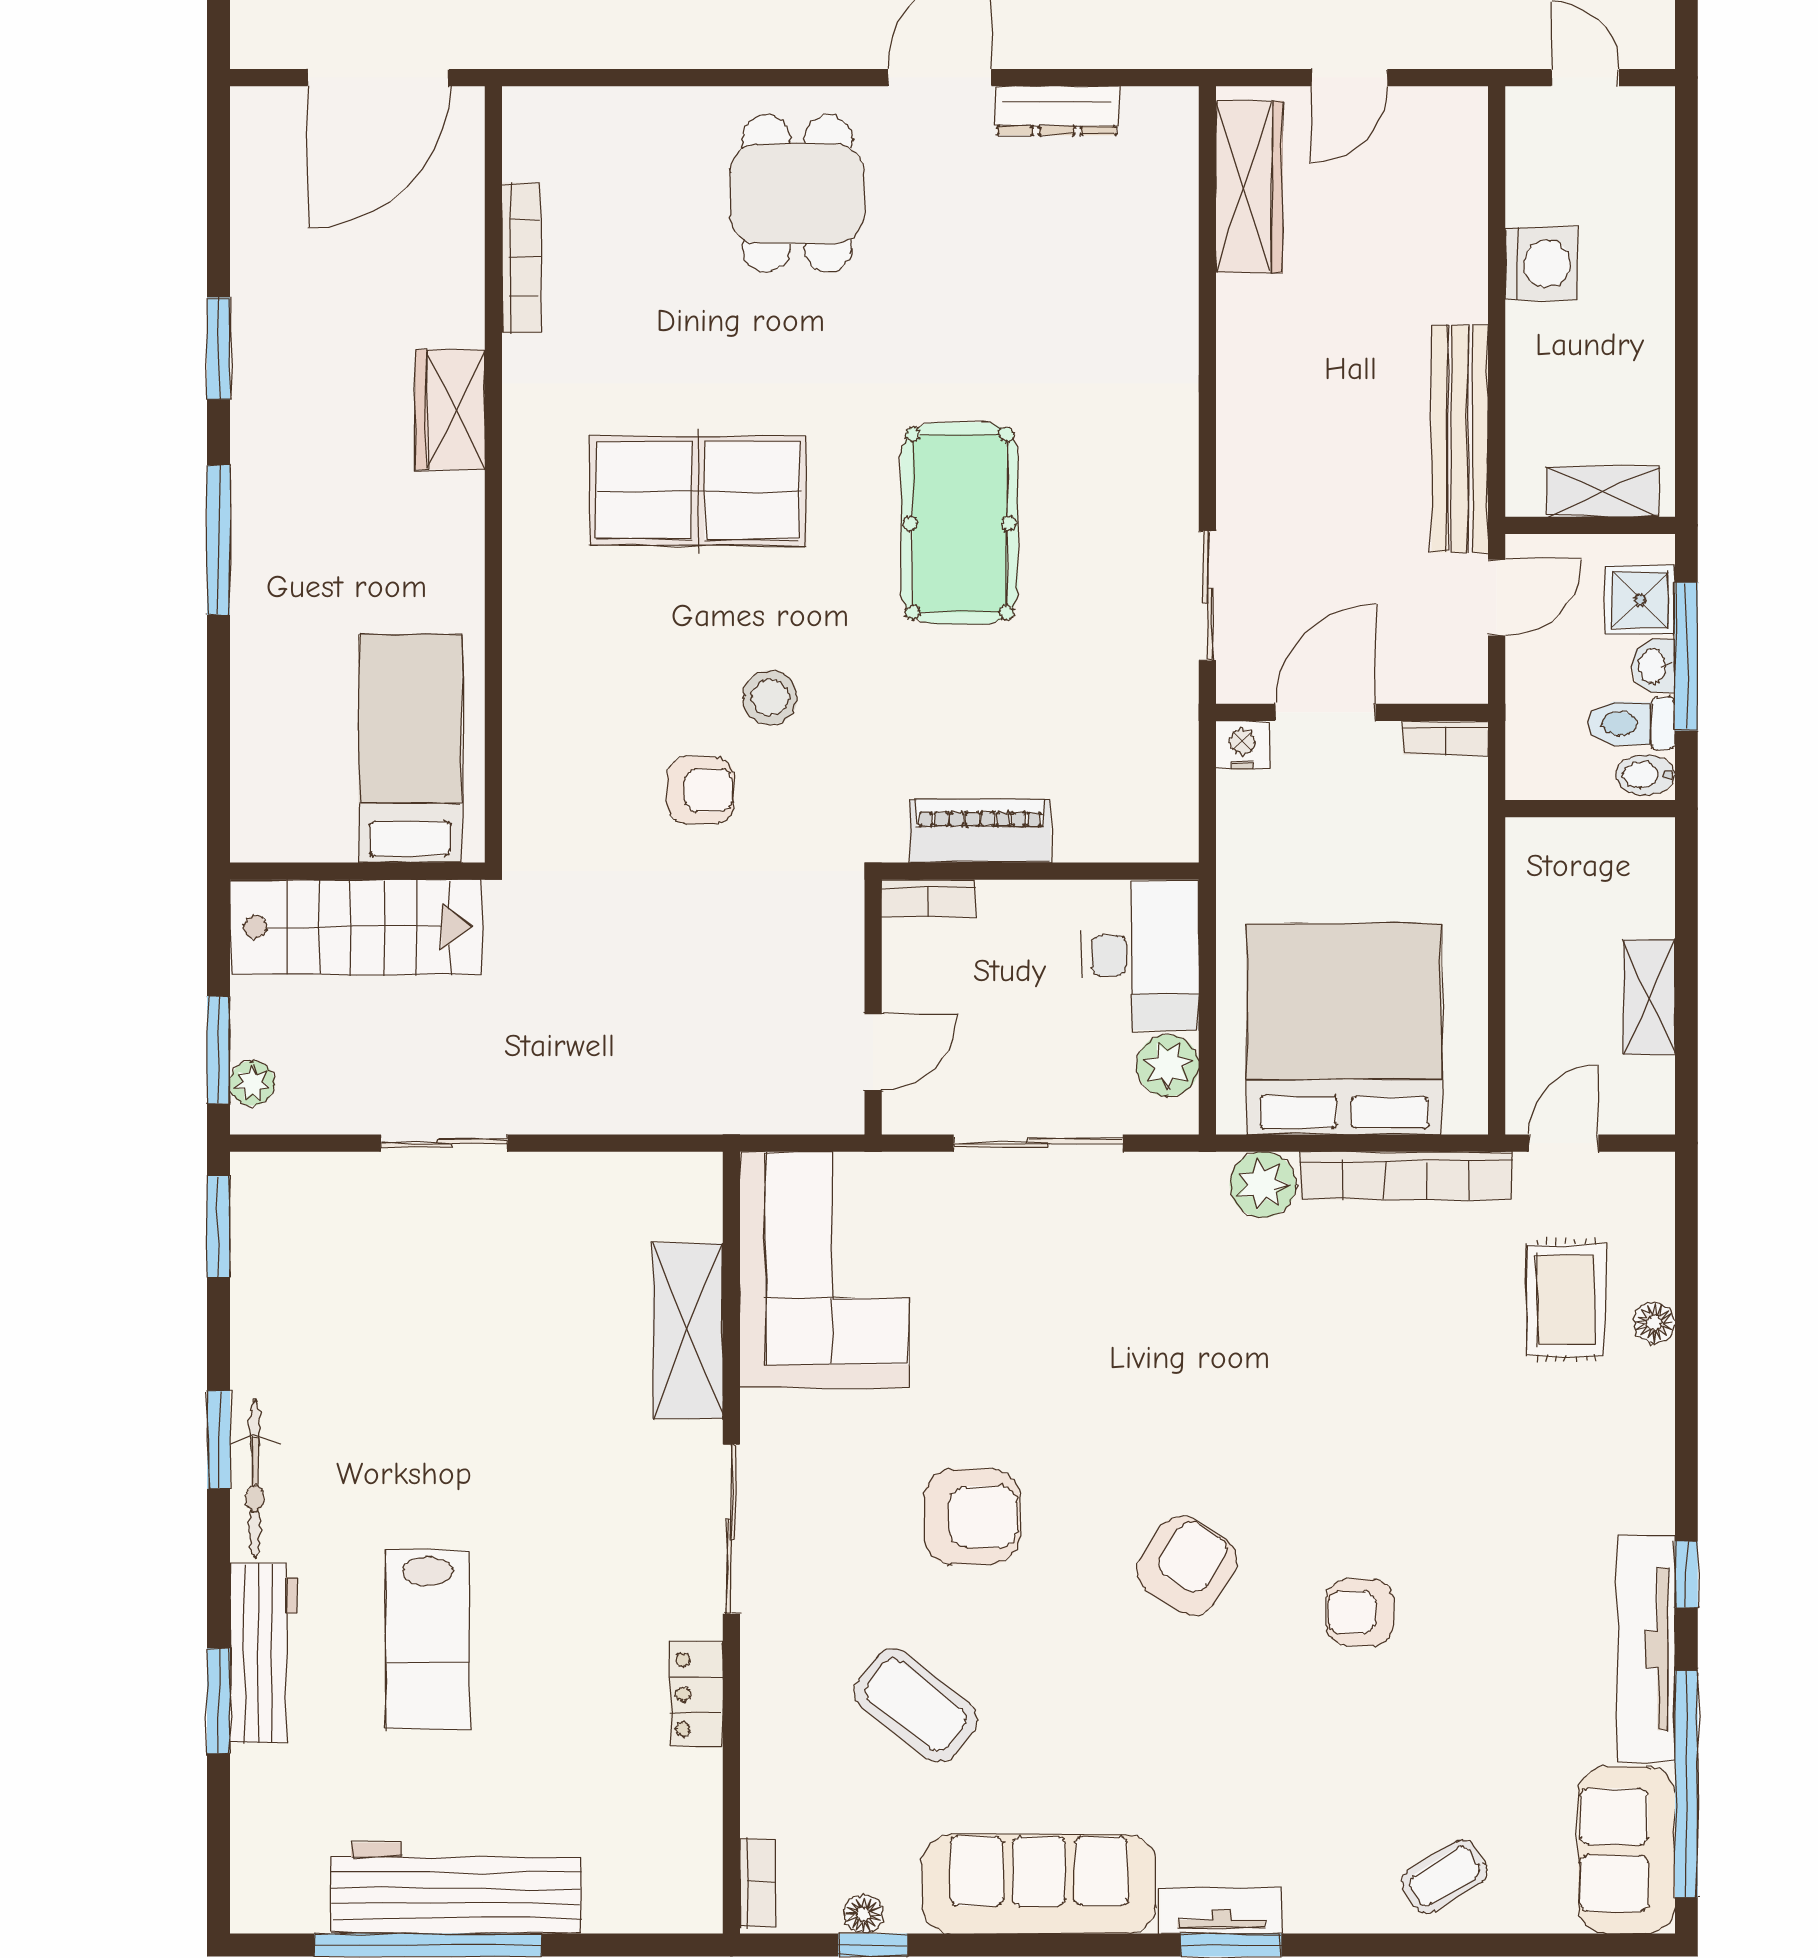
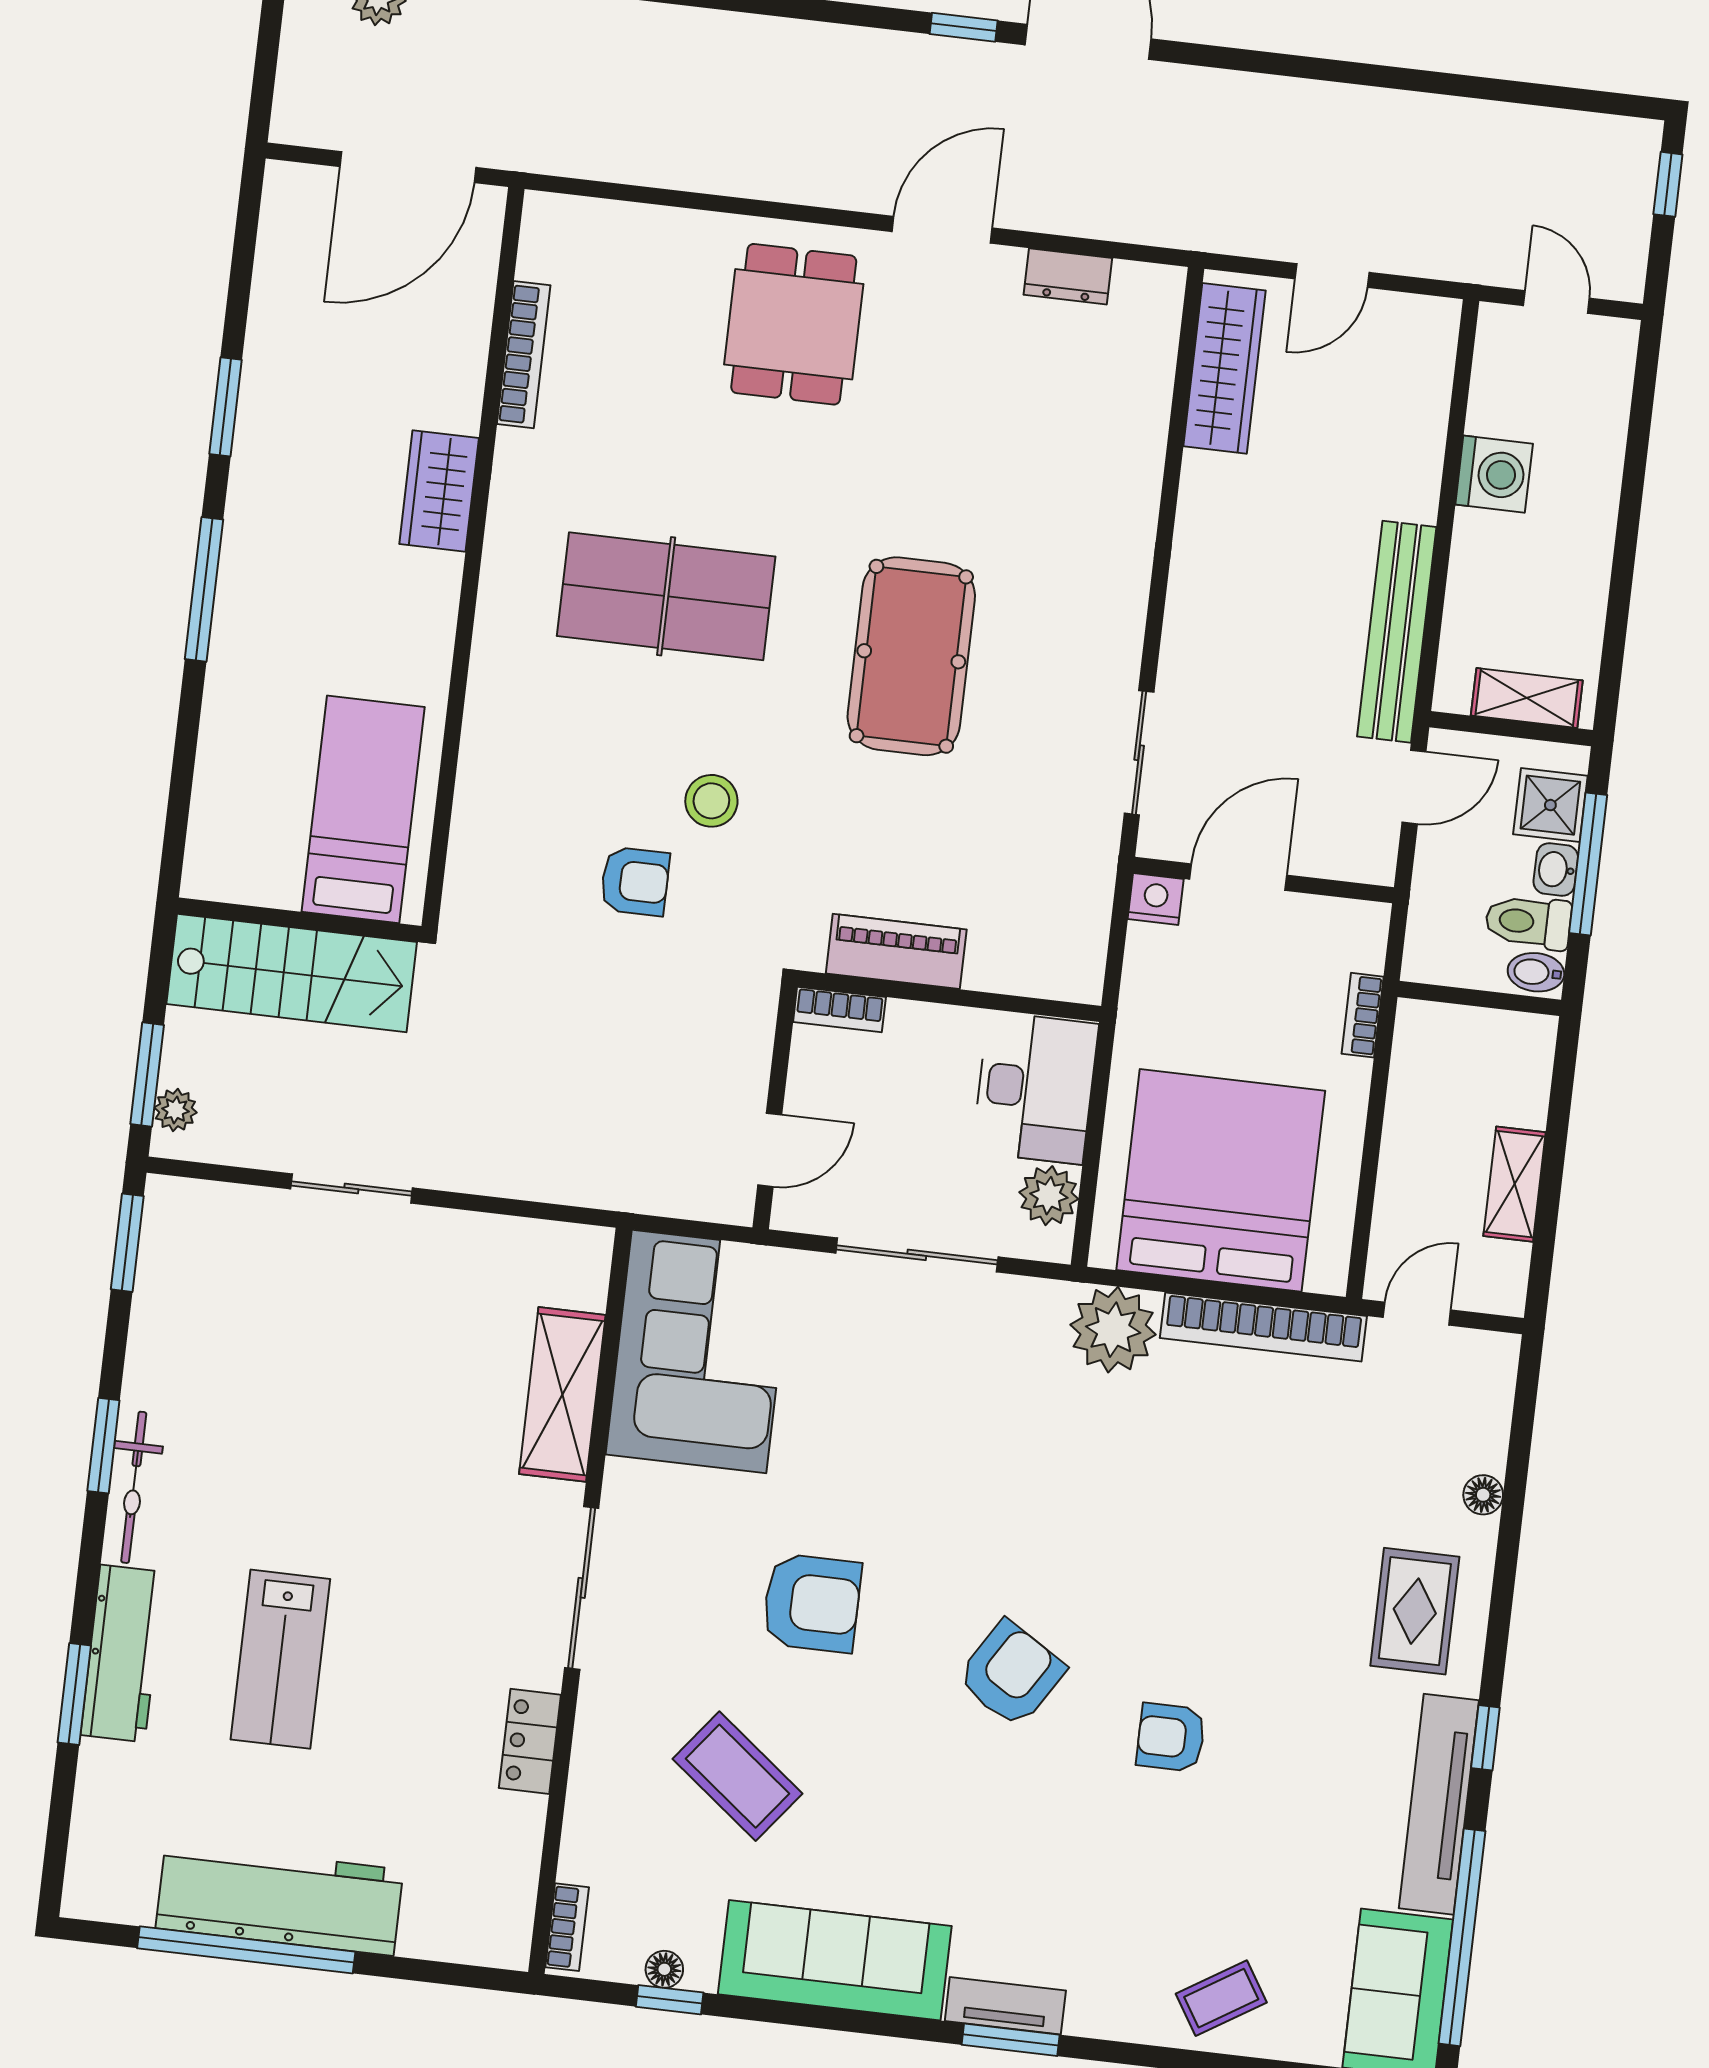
dresser: (1057, 111) -> (1068, 276), width x0.70
bookcase: (1445, 738) -> (1363, 1015), moved, turned 90
plant: (1263, 1185) -> (1113, 1330), width x1.36, depth x1.36
rug: (1566, 1300) -> (1415, 1611), moved

